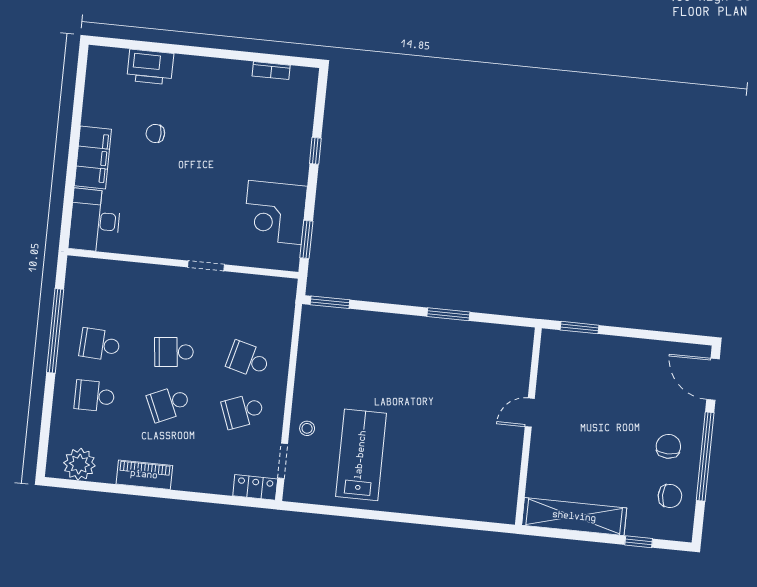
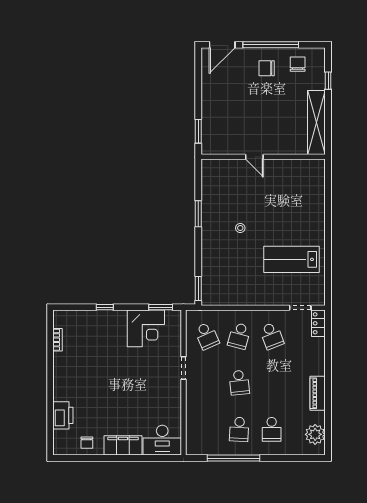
chair: (155, 133) -> (87, 443), moved
school desk: (169, 403) -> (207, 336), moved
stool: (307, 428) -> (240, 228), moved

